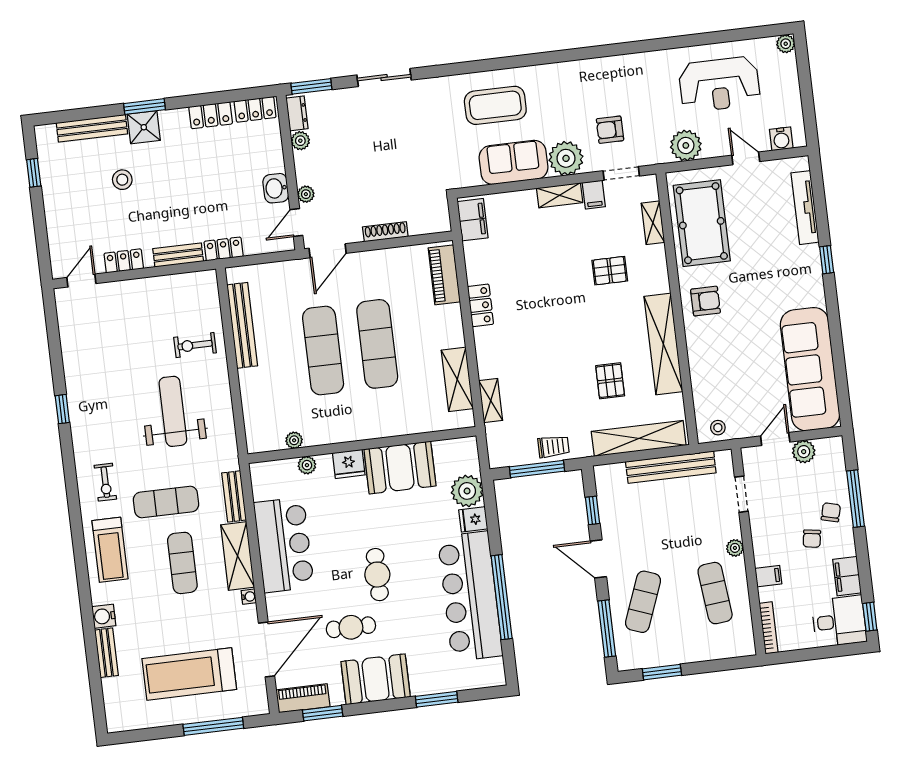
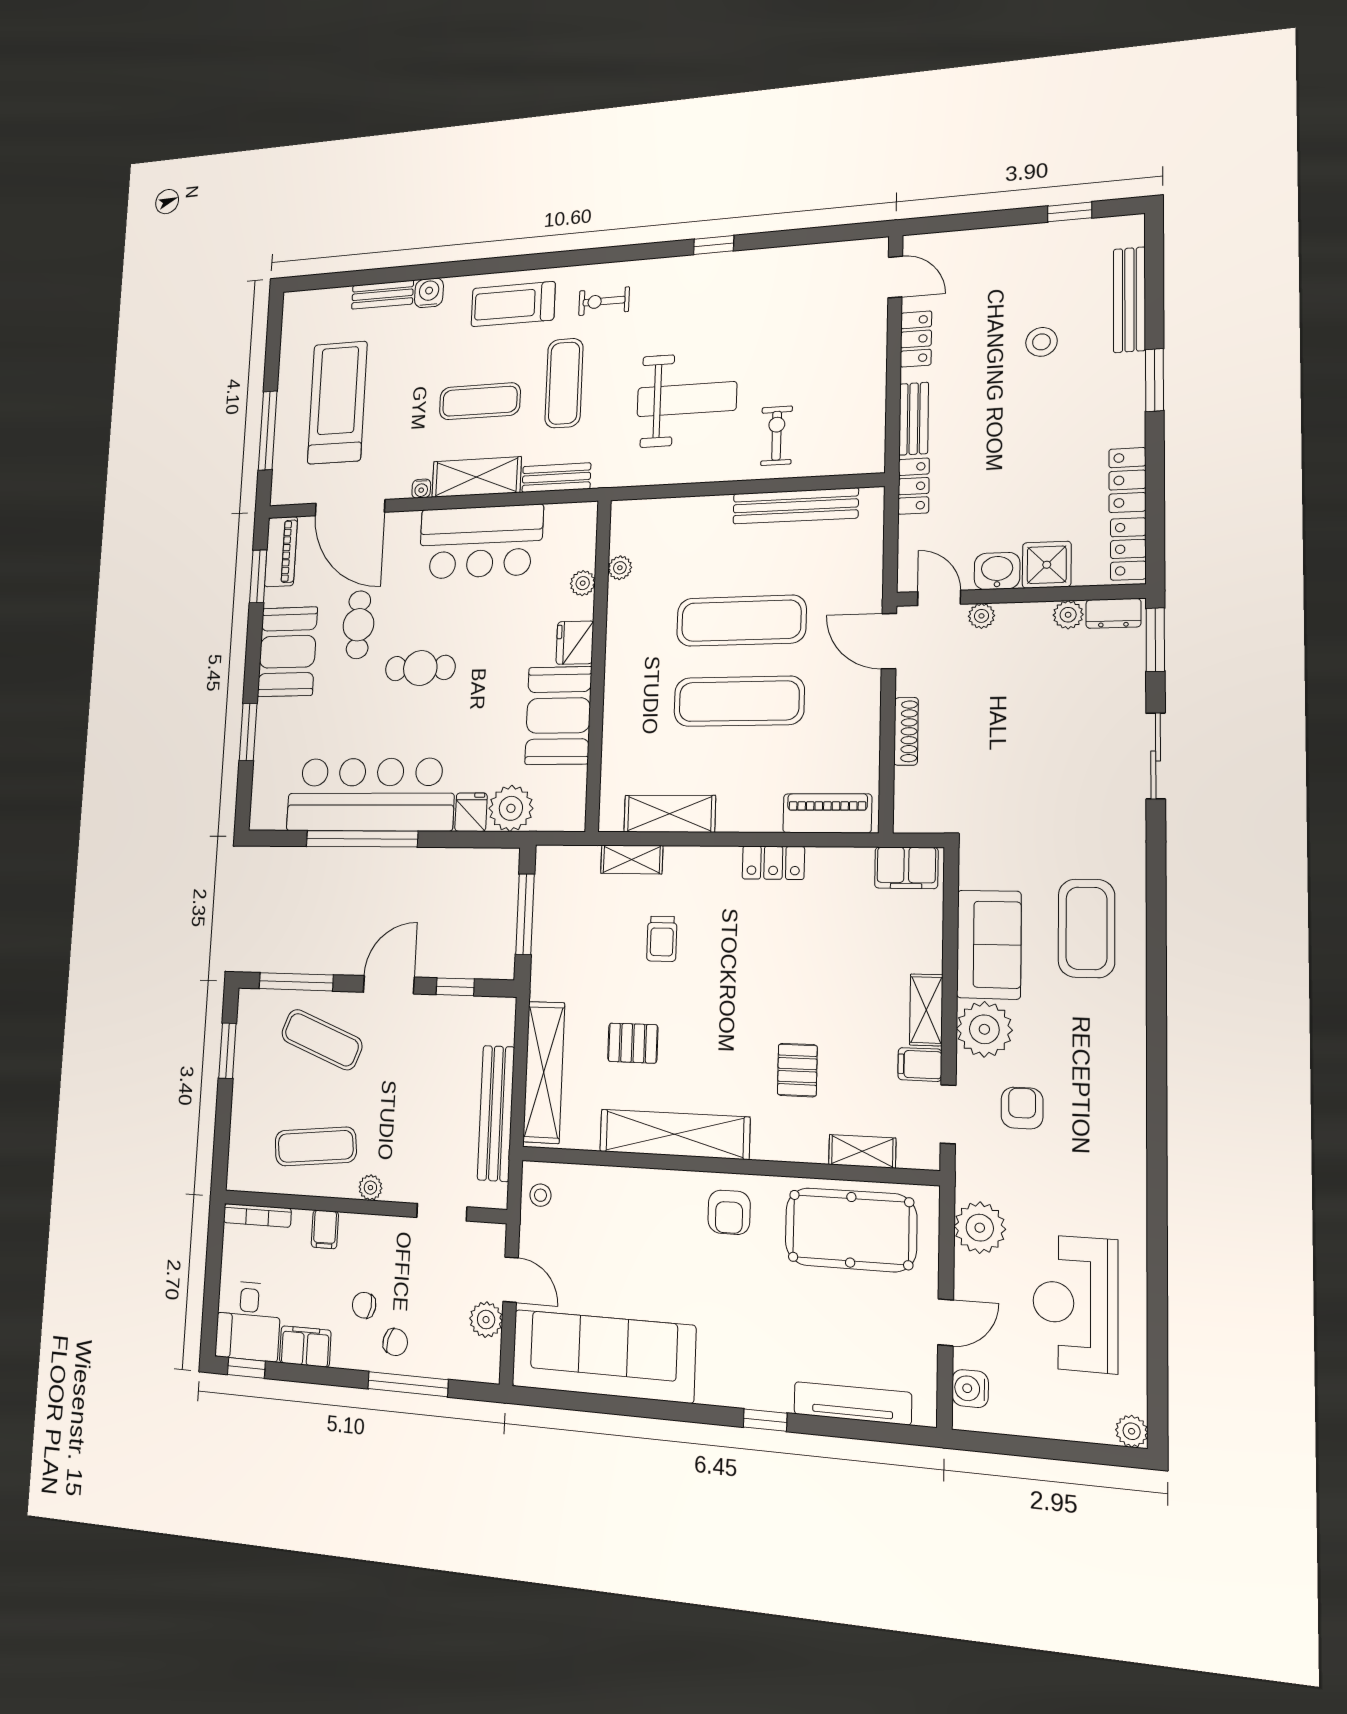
shower: (144, 127) -> (1047, 565), moved
trolley: (553, 447) -> (662, 939), moved

